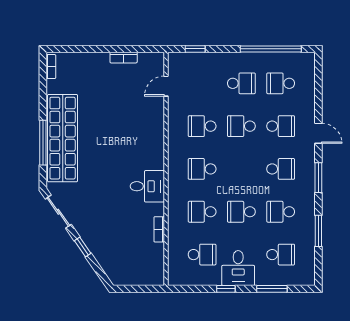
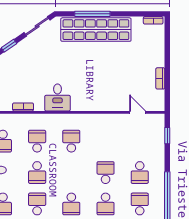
school desk: (202, 126) -> (106, 141), removed
school desk: (241, 212) -> (37, 173), turned 180

